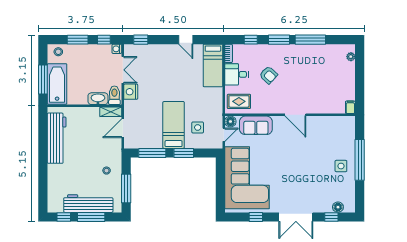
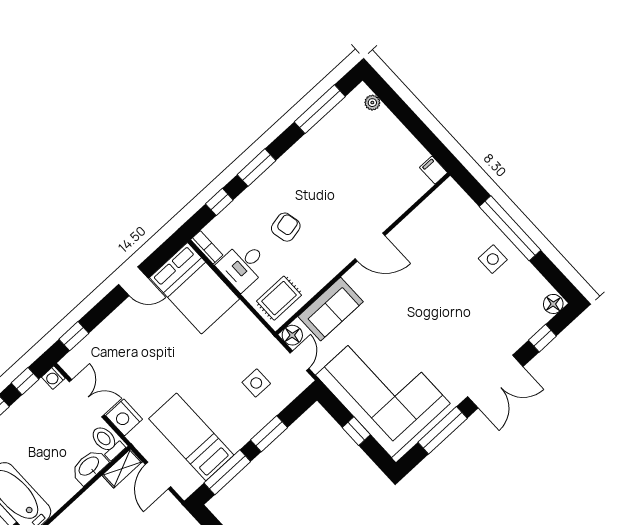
window: (310, 40) -> (320, 109), moved
bed: (213, 65) -> (194, 288), width x1.50
armchair: (268, 75) -> (286, 227), turned -55
bed: (174, 125) -> (191, 437), moved
window: (220, 185) -> (356, 431), added
floor lamp: (338, 207) -> (553, 304), moved
window: (256, 217) -> (443, 430), width x2.17

